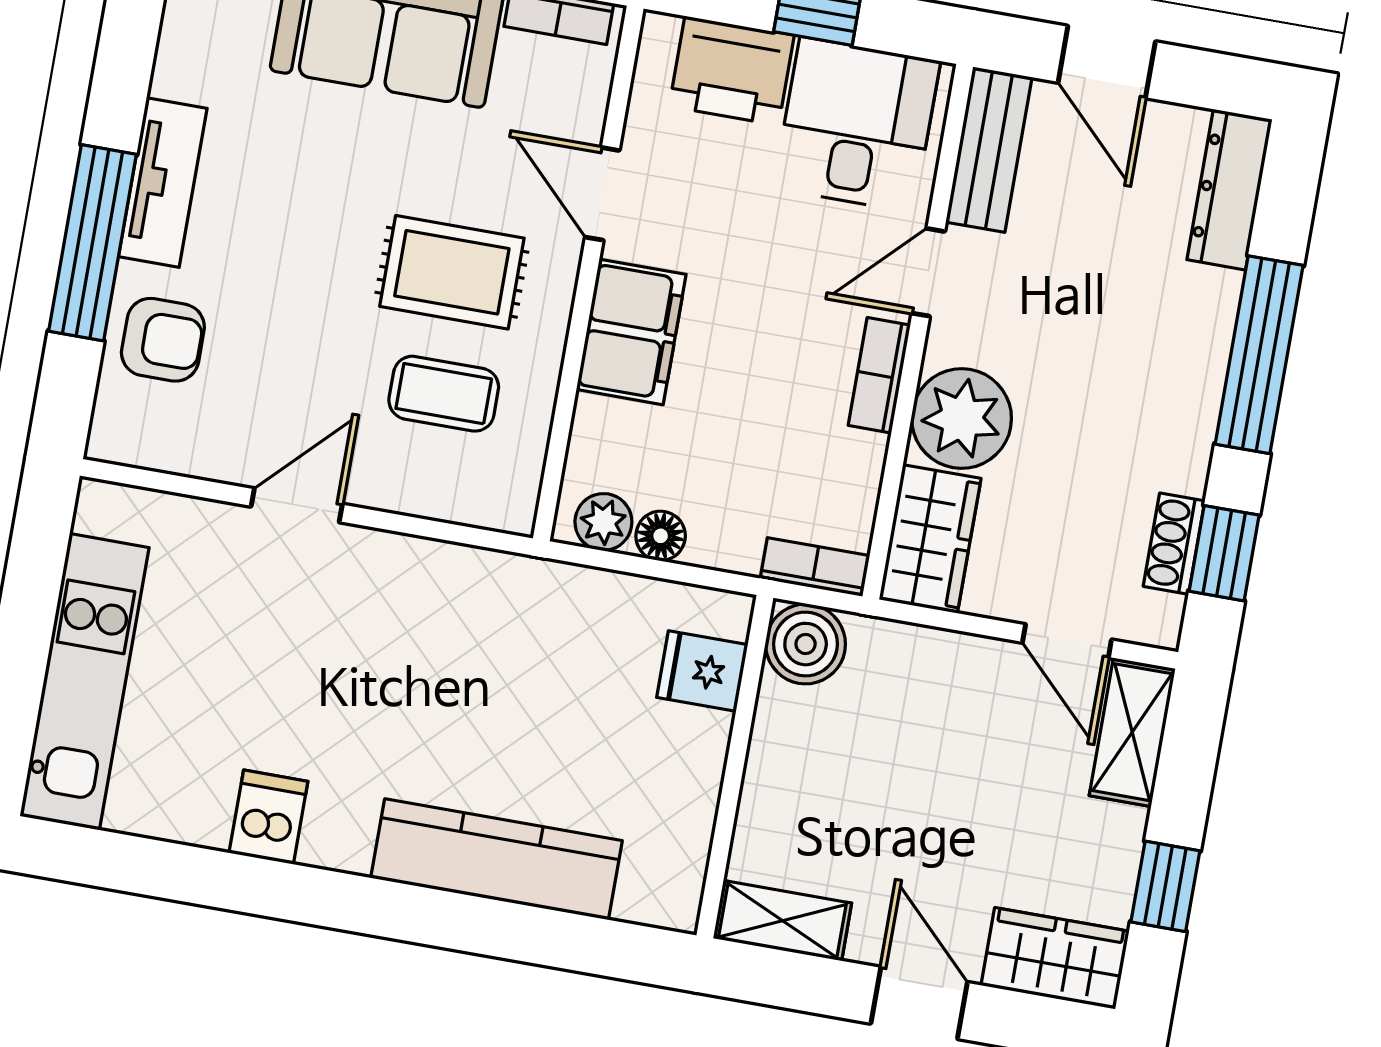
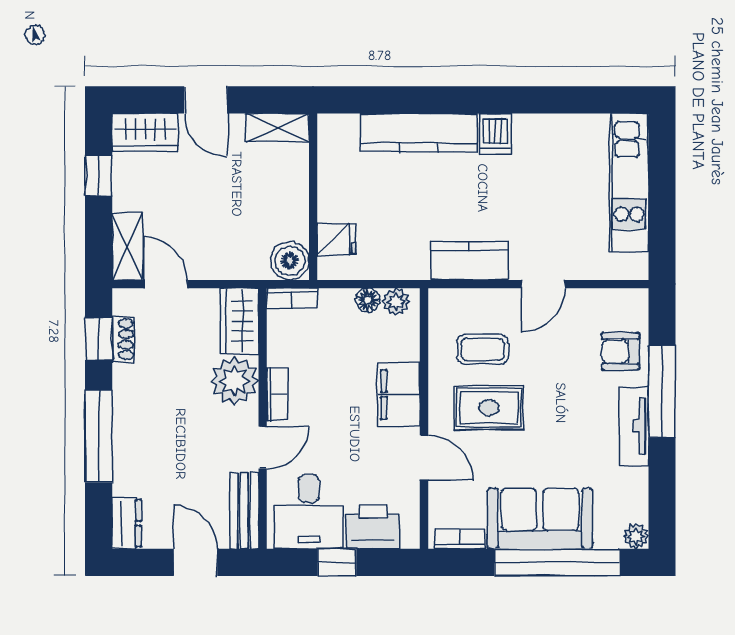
dresser: (1230, 190) -> (126, 523), width x0.70
kitchen counter: (440, 580) -> (469, 261), added
dishwasher: (268, 817) -> (495, 134), moved

